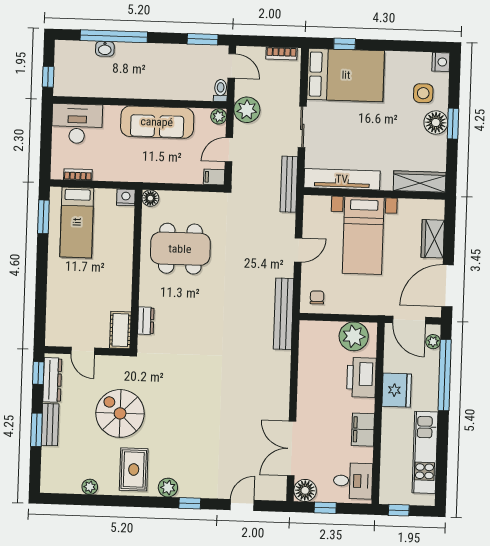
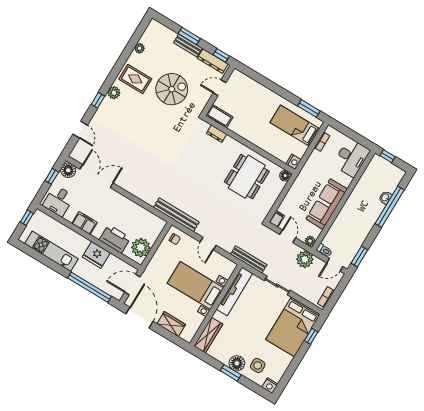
plant: (433, 342) -> (112, 291), removed

